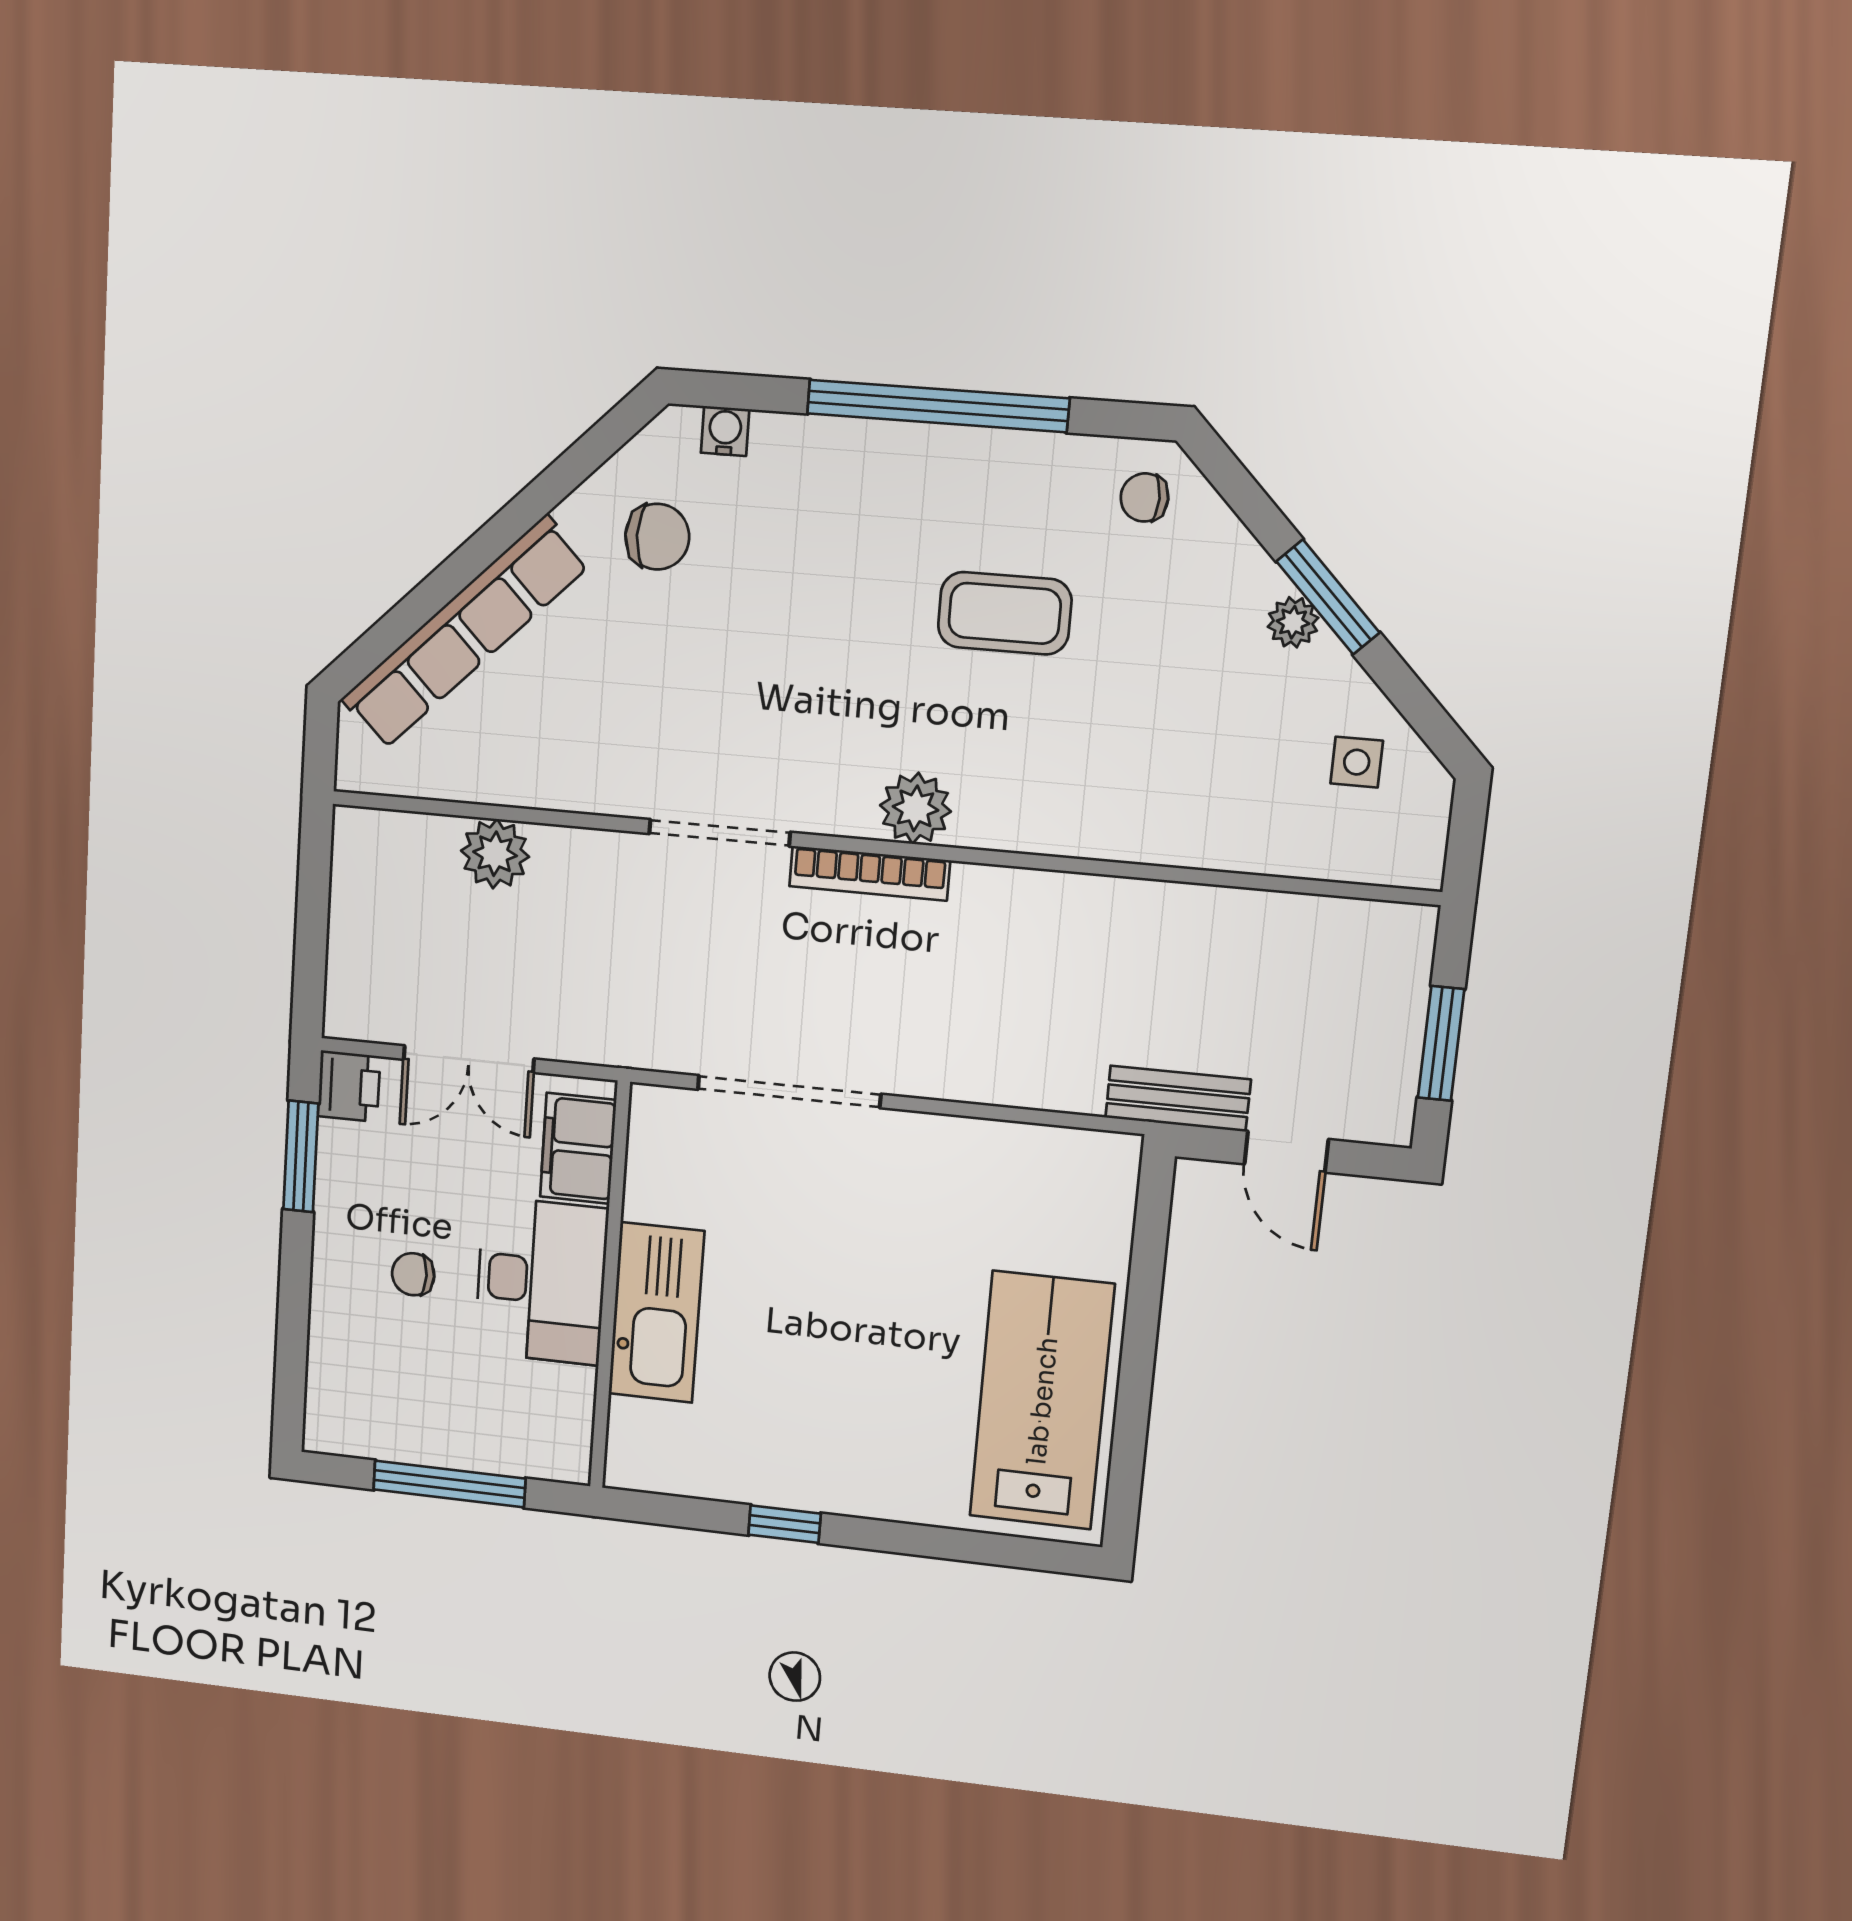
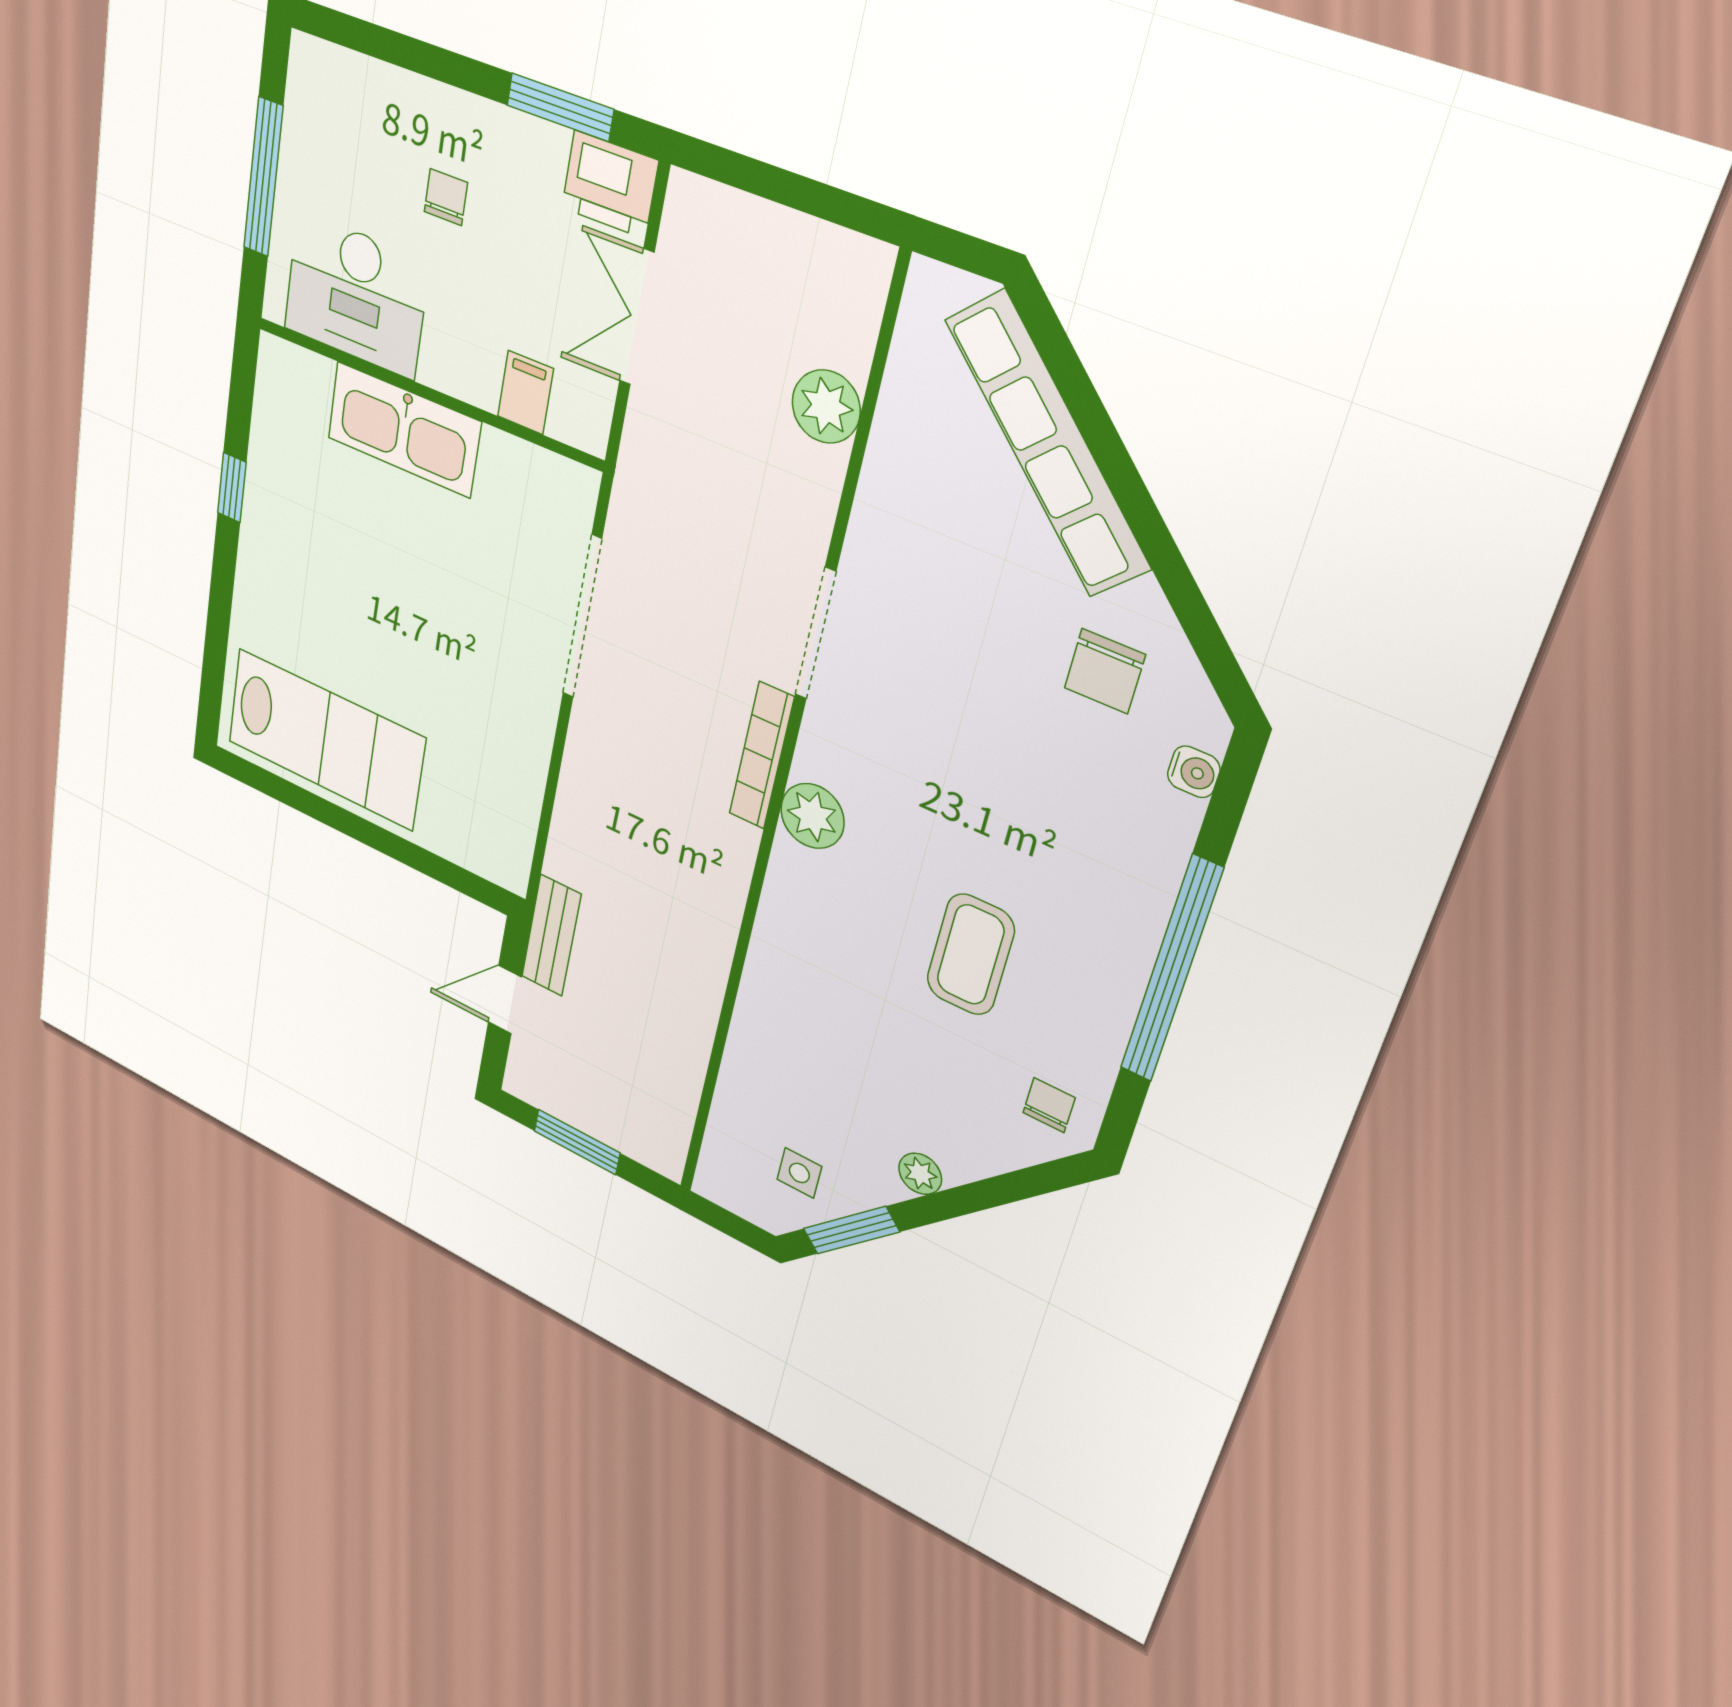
window: (1328, 597) -> (851, 1230), moved
printer: (349, 1086) -> (610, 184), width x1.36, depth x1.24
filing cabinet: (578, 1148) -> (525, 393), width x0.50
desk: (541, 1281) -> (356, 295), moved

